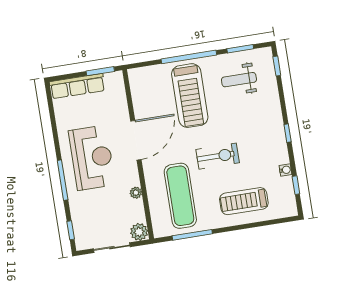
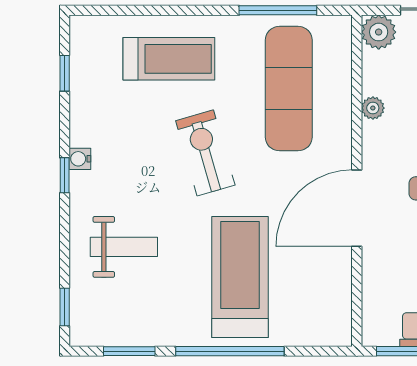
weight bench: (239, 80) -> (124, 247), moved
exercise bike: (218, 156) -> (205, 153), turned 74
water cooler: (285, 170) -> (80, 159), moved

